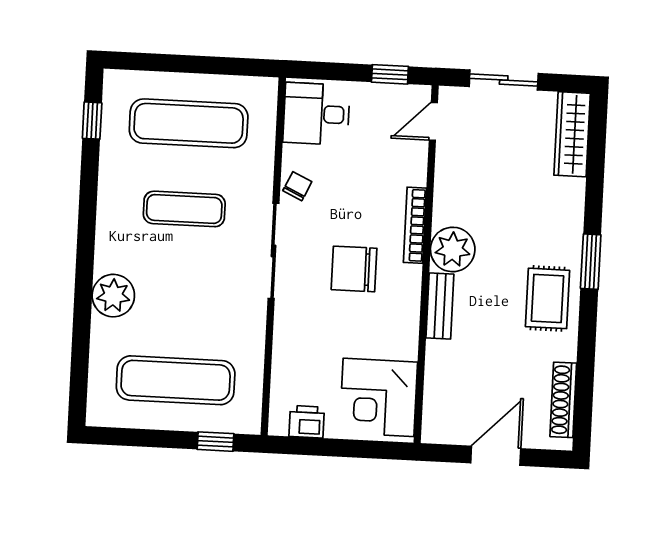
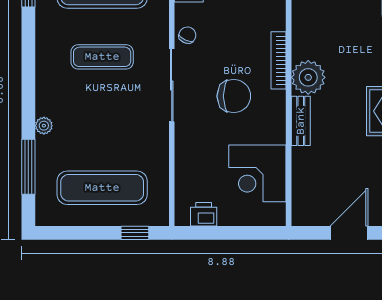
chair: (354, 269) -> (234, 96), turned 180
plant: (113, 296) -> (44, 126), width x0.53, depth x0.53
window: (81, 348) -> (28, 167), added
corner desk: (378, 397) -> (257, 173), moved

